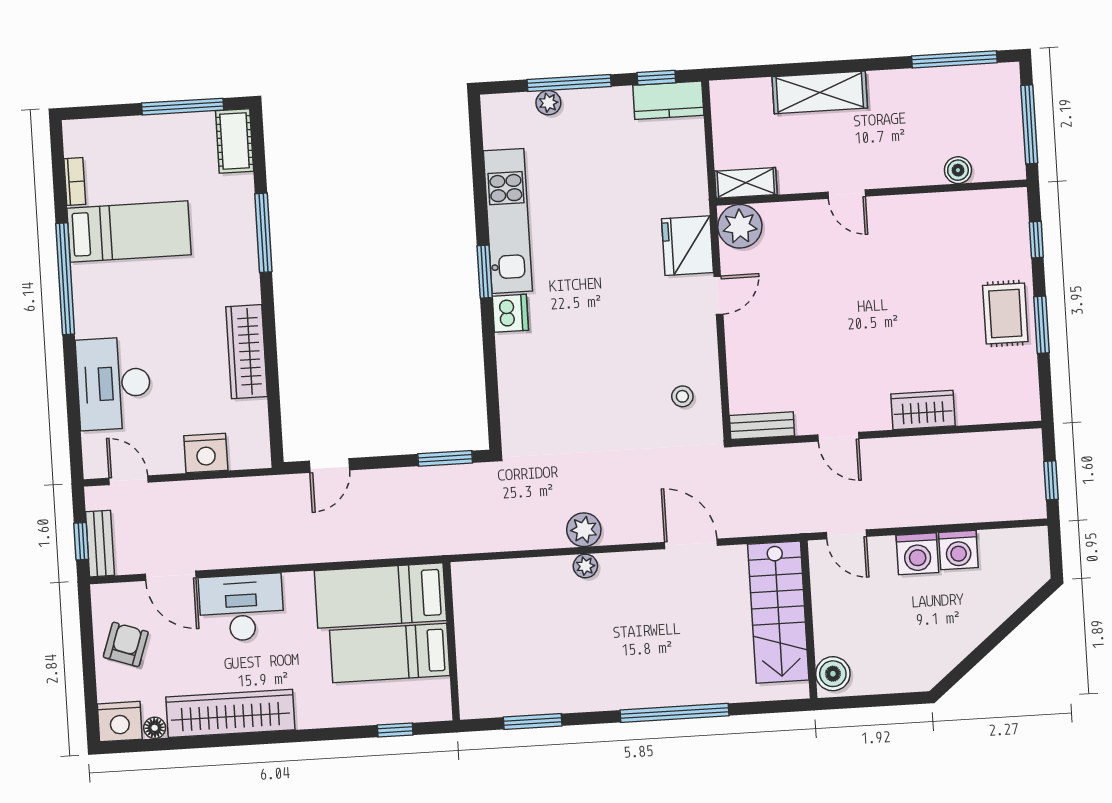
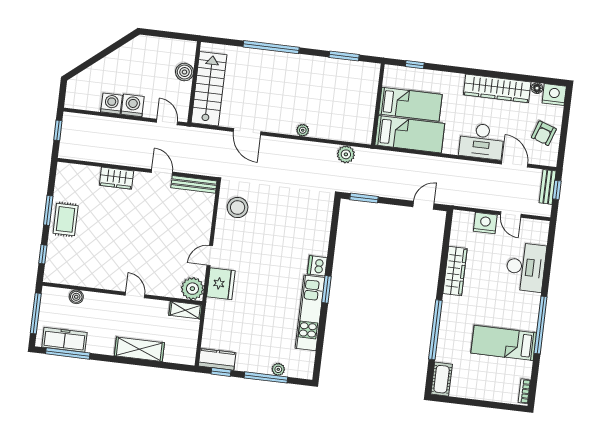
freezer: (965, 84) -> (64, 340), added
window: (183, 107) -> (465, 402), removed
bookcase: (75, 182) -> (524, 391), moved
window: (263, 233) -> (435, 330), width x1.46
stool: (682, 396) -> (238, 207), width x1.89, depth x1.89
bench: (762, 426) -> (194, 184), width x1.36
door: (129, 480) -> (511, 215), moved
plant: (584, 530) -> (346, 154), moved
boiler: (833, 674) -> (184, 72), moved

